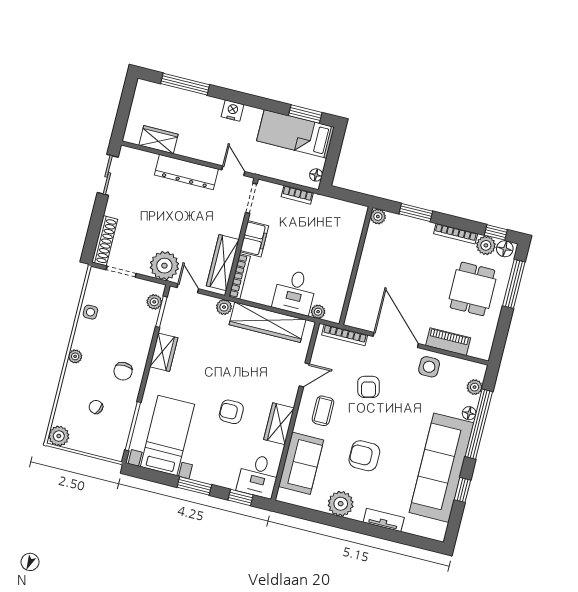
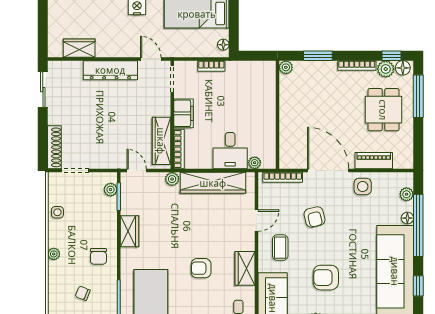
plant: (164, 266) -> (112, 156), removed

